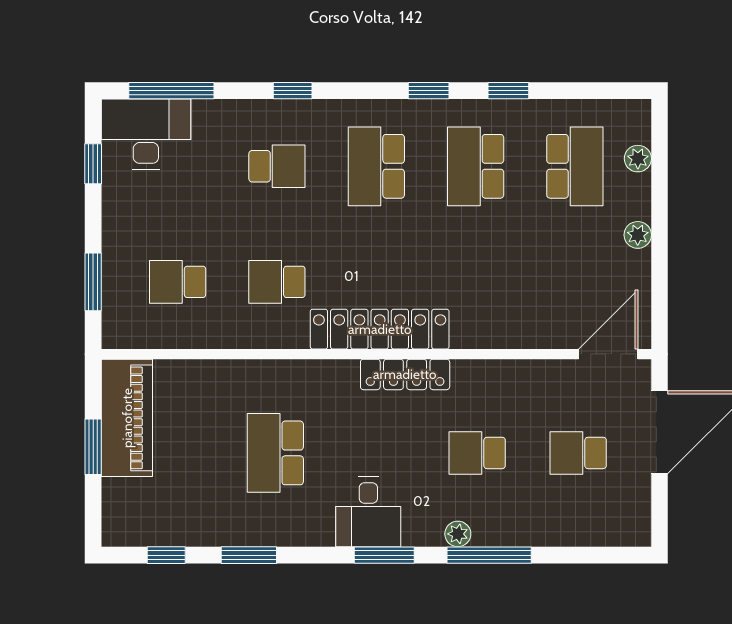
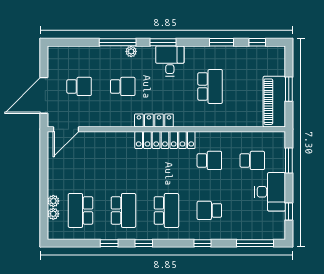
desk: (146, 134) -> (270, 192), moved, turned -90
plant: (638, 235) -> (53, 201), moved

